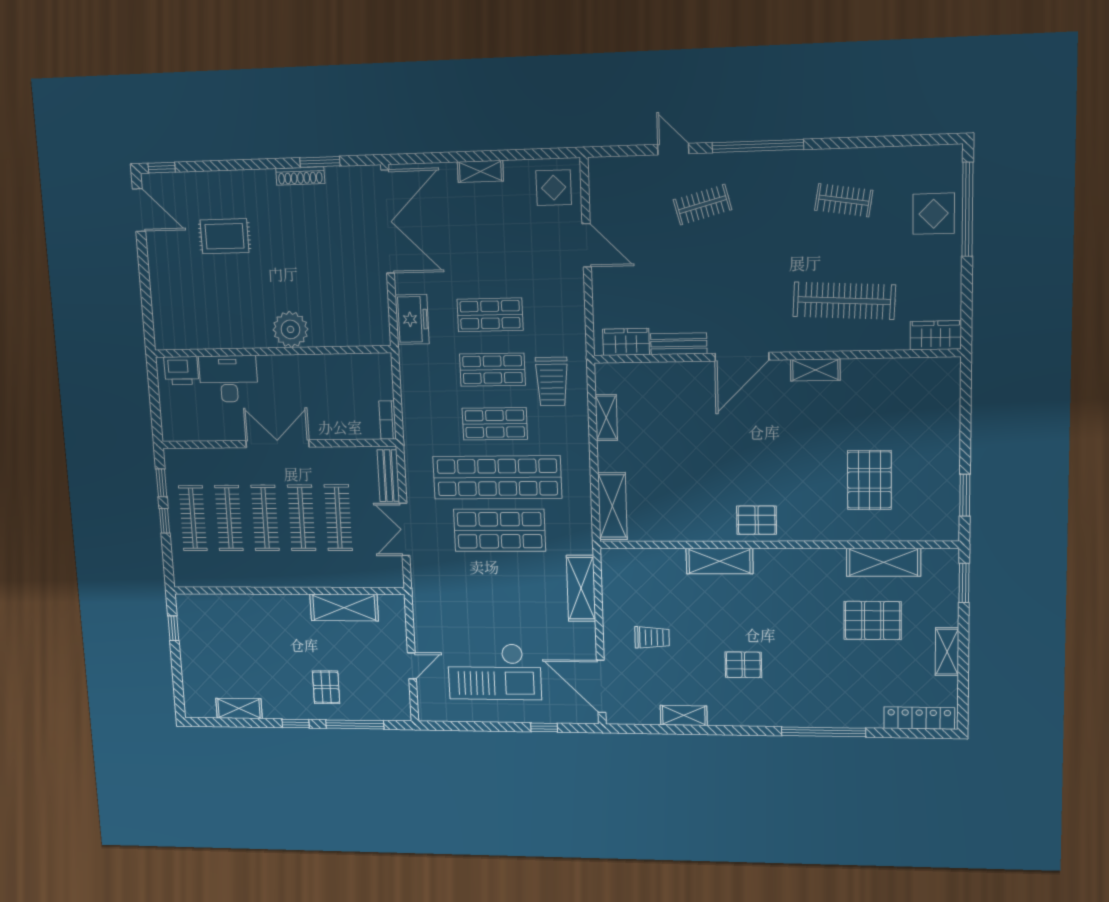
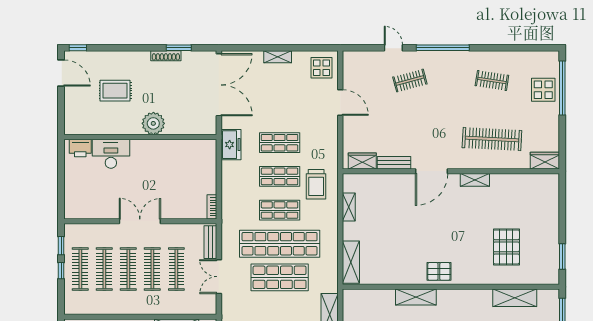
plant: (290, 329) -> (153, 123), moved
wall: (272, 351) -> (140, 137), moved
printer: (181, 371) -> (80, 148), moved
desk: (229, 379) -> (111, 154), moved

